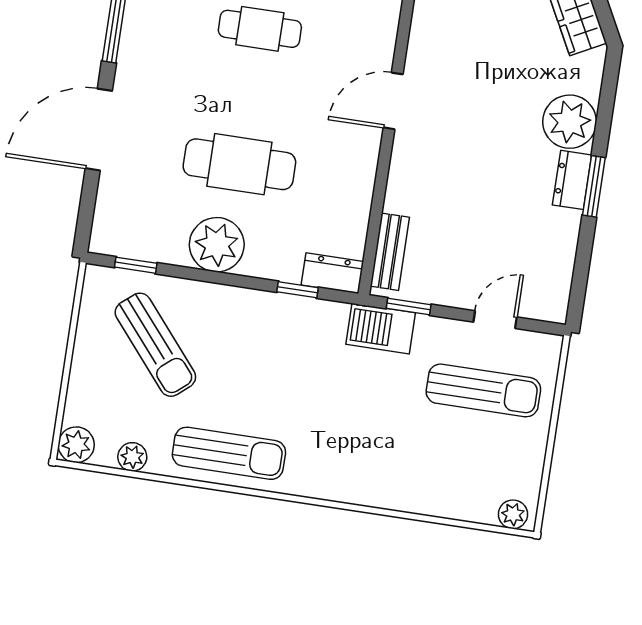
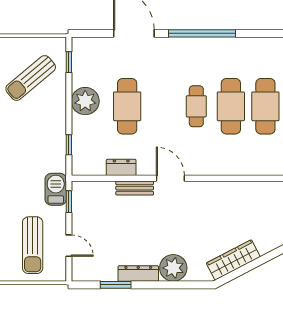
dresser: (572, 180) -> (138, 274), width x1.44
window: (594, 186) -> (116, 285), moved
bench: (390, 252) -> (135, 188), moved
dresser: (332, 273) -> (121, 167), moved, turned -90

